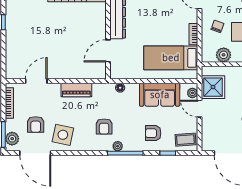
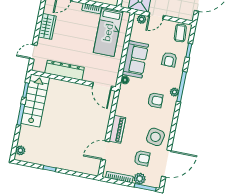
door: (108, 51) -> (102, 86), moved
door: (36, 81) -> (105, 151), hinge flipped
piano: (76, 90) -> (117, 129), moved
sofa: (160, 95) -> (135, 59), moved
plant: (12, 139) -> (140, 179), moved

